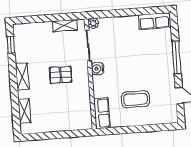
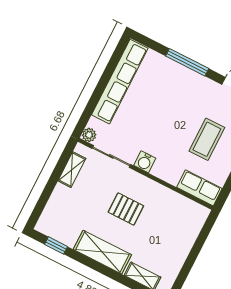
row of seats: (154, 21) -> (120, 82), width x2.02
pallet: (61, 75) -> (126, 209), turned 90
shelving: (22, 77) -> (102, 252), width x1.50, depth x1.33

